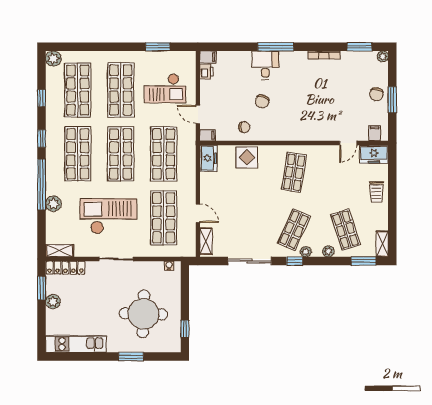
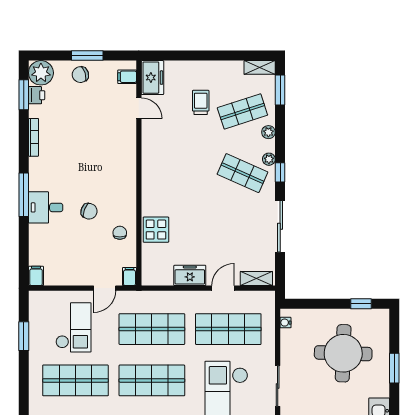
plant: (383, 56) -> (41, 73), width x1.87, depth x1.87
printer: (207, 72) -> (37, 95), moved, turned 90
chair: (376, 94) -> (80, 75), turned 152
freezer: (208, 158) -> (190, 275), moved
shop shelf: (294, 172) -> (174, 173), removed
trolley: (376, 192) -> (201, 102), moved, turned -90

